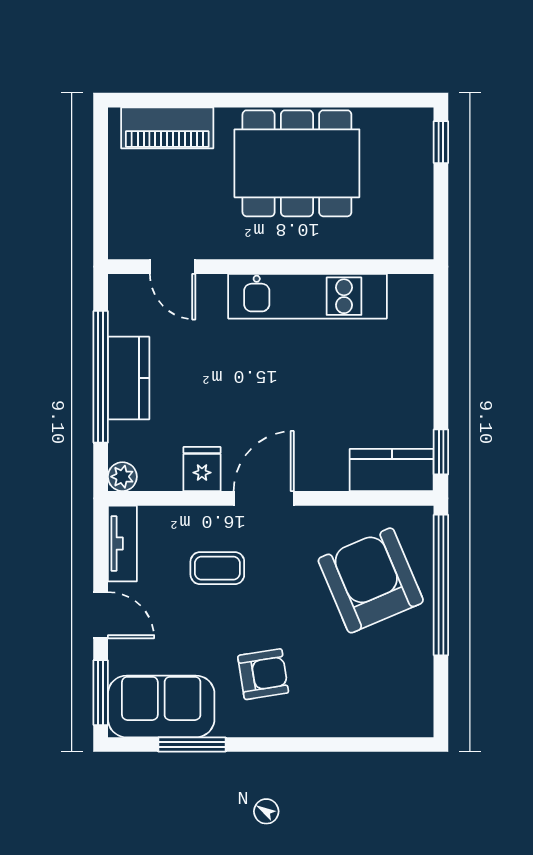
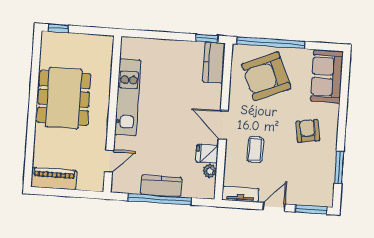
piano: (167, 128) -> (54, 179), moved, turned -90
plant: (122, 477) -> (210, 171), moved
sofa: (161, 706) -> (327, 77), moved

